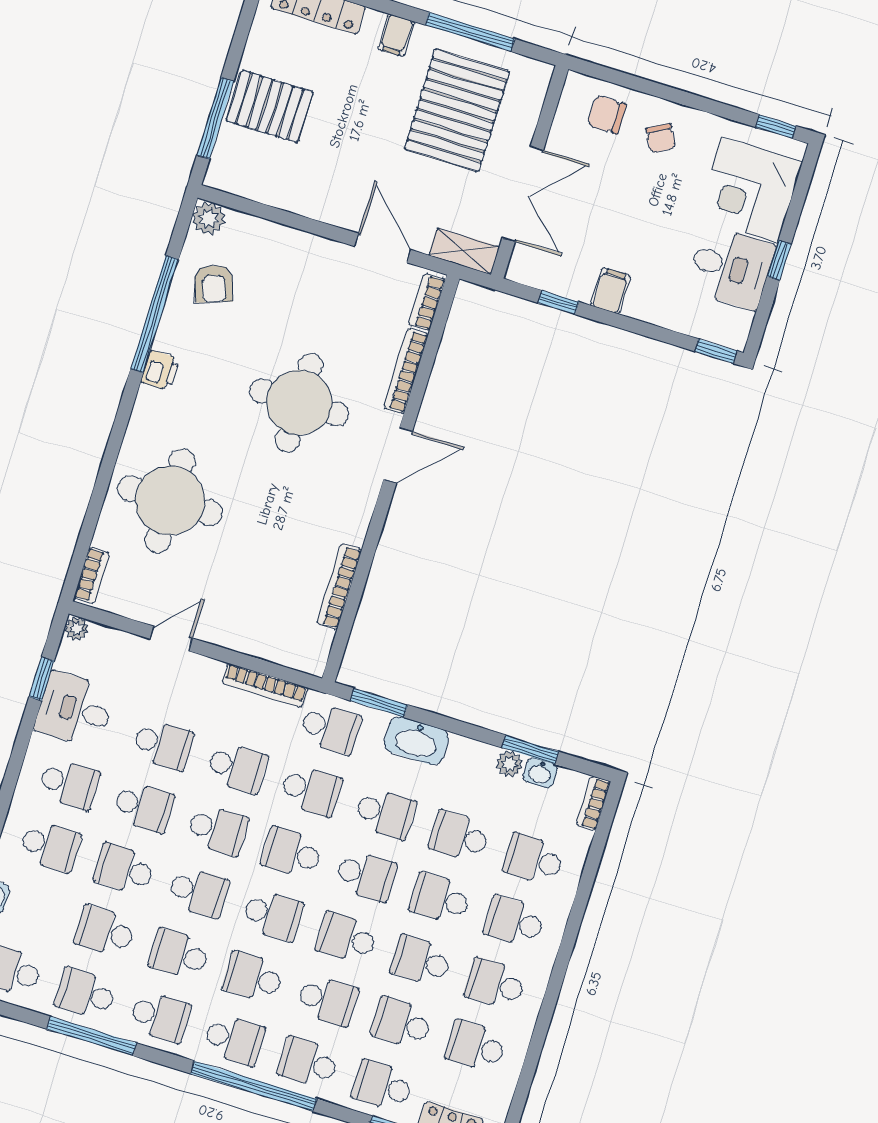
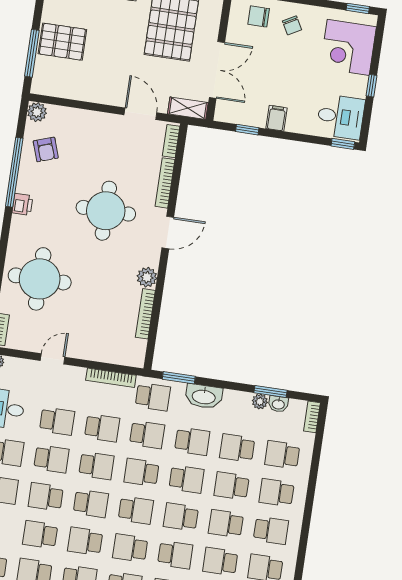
desk: (731, 268) -> (341, 117), moved
plant: (351, 525) -> (147, 277), added
school desk: (495, 984) -> (271, 530), turned 180

